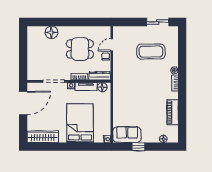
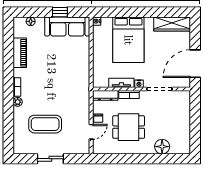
sliding door: (158, 22) -> (50, 159), moved
floor lamp: (102, 87) -> (102, 82), removed
sofa: (127, 135) -> (67, 26), width x1.36

